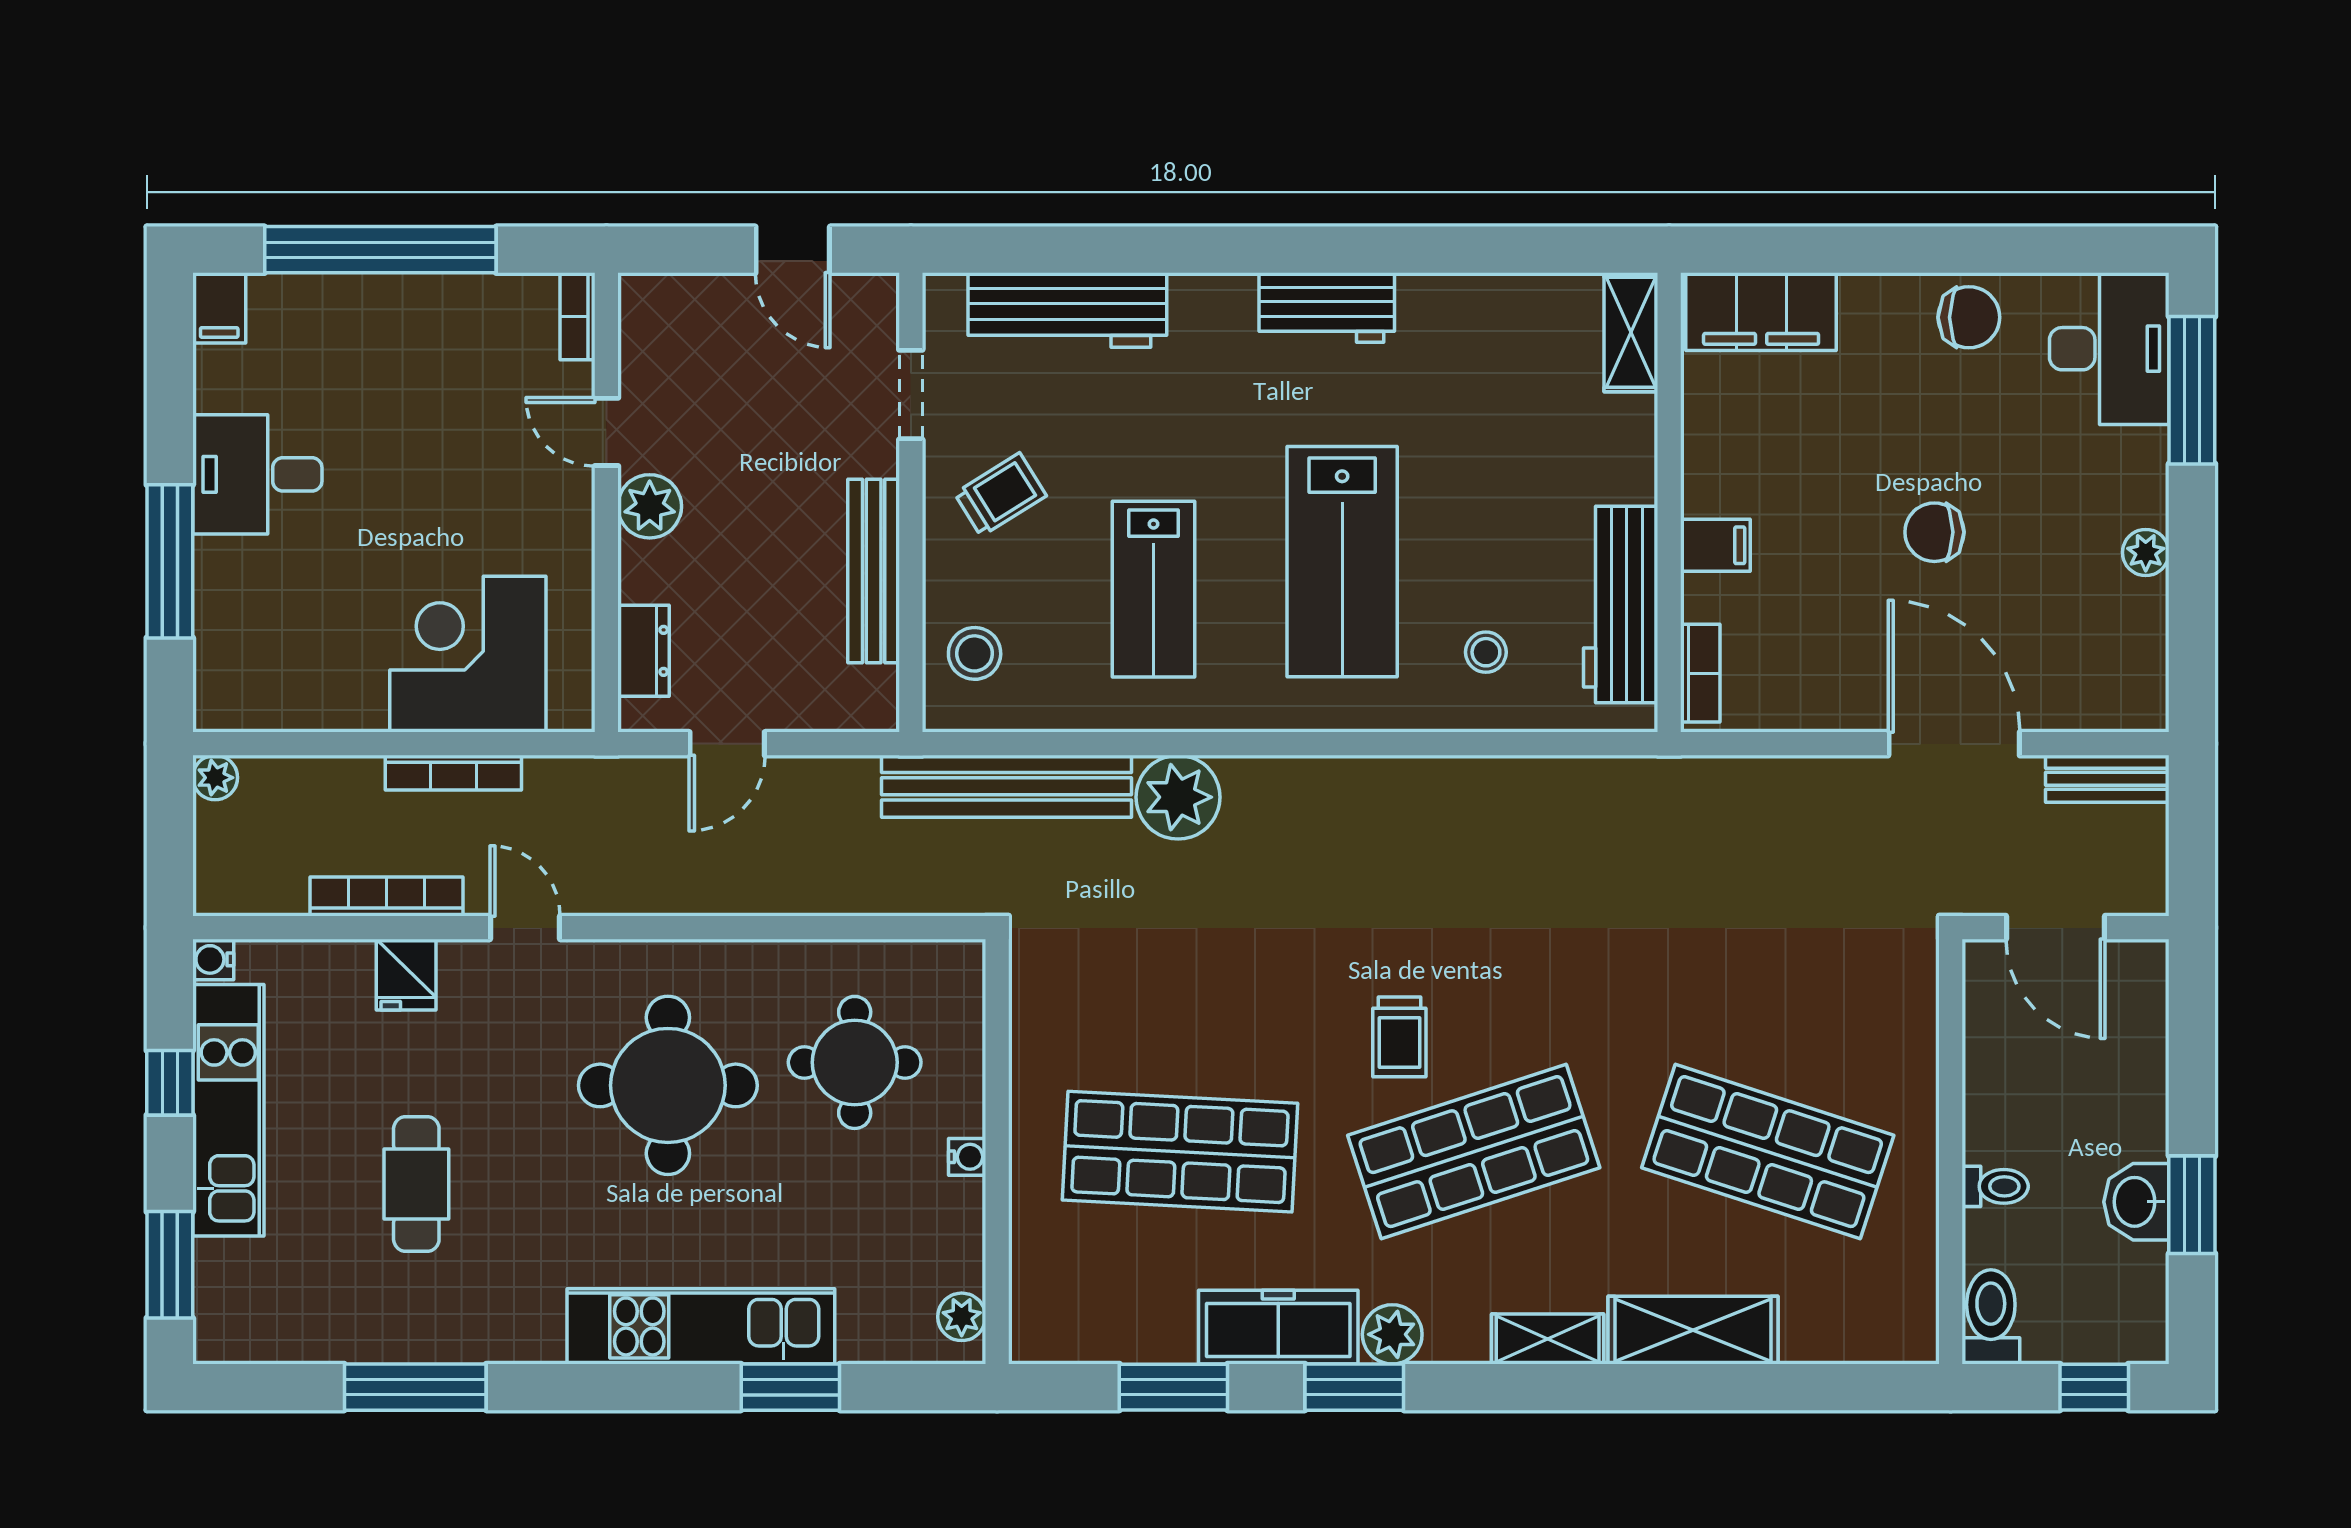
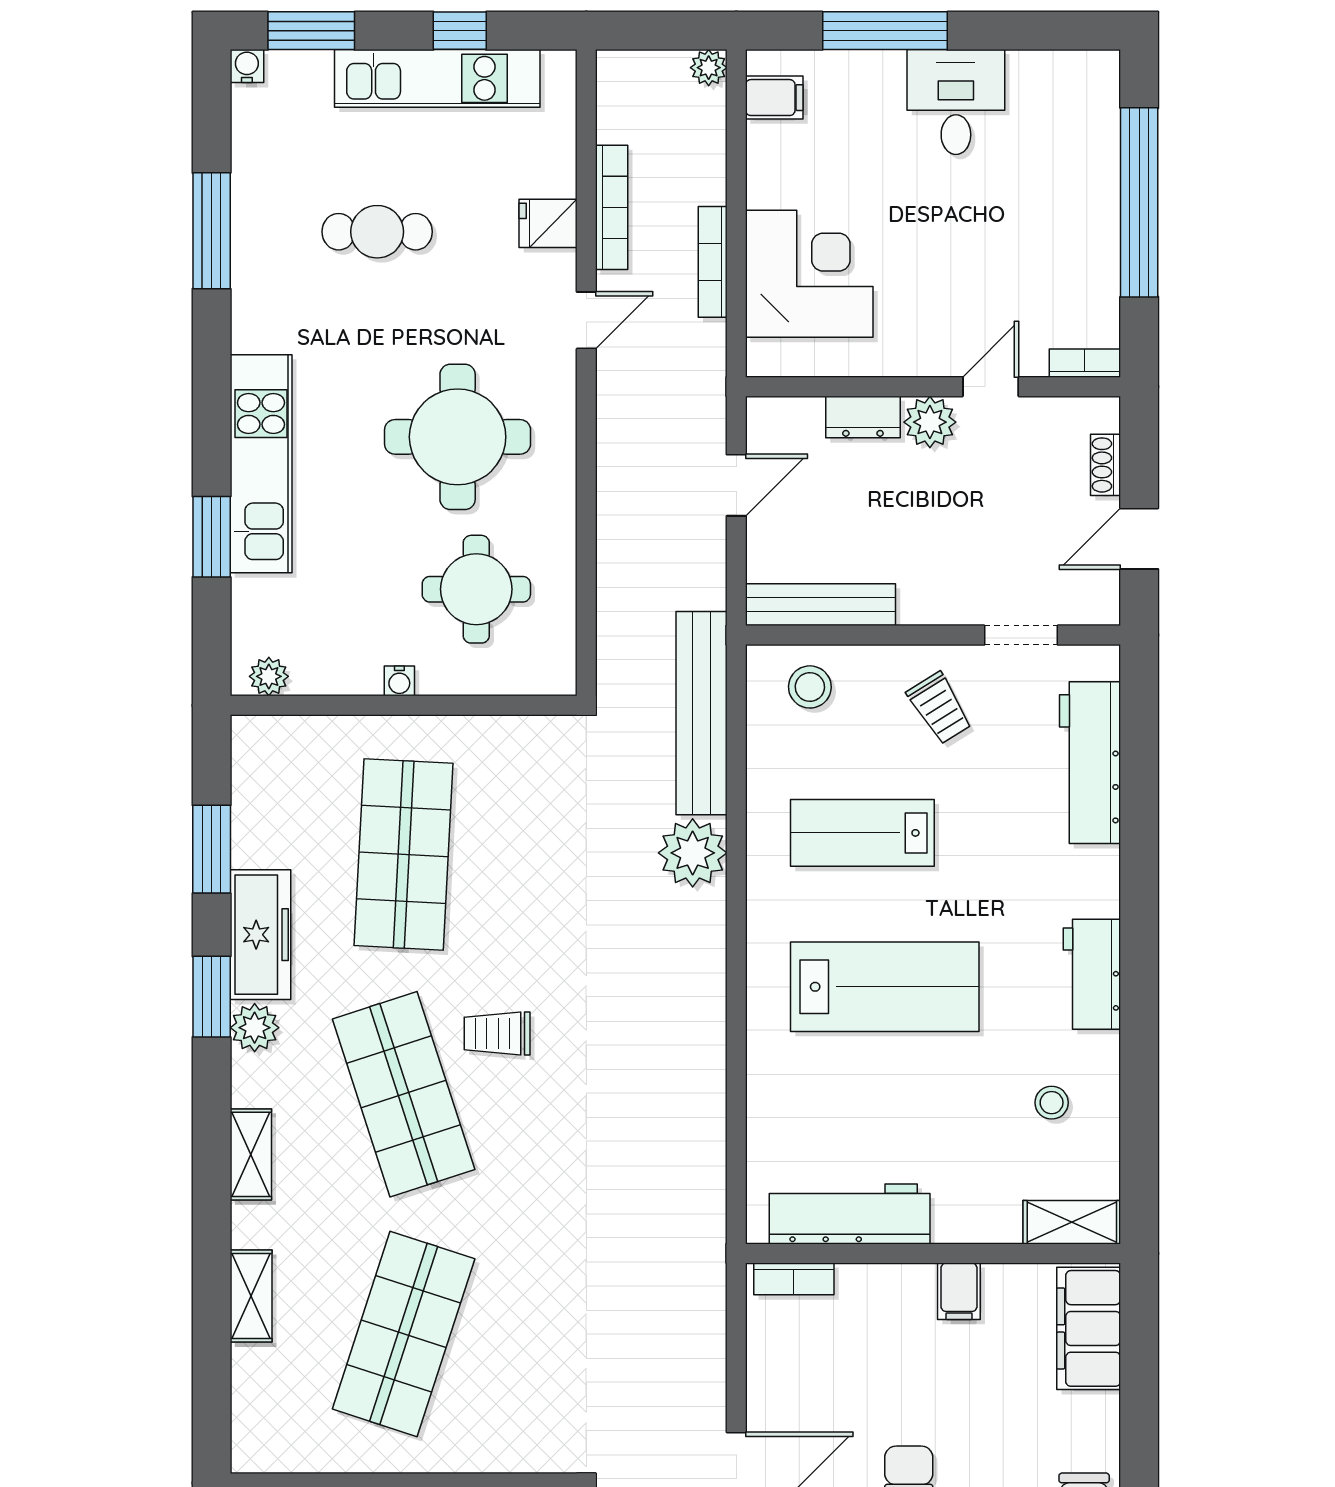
shoe rack: (702, 291) -> (1105, 465), added
filing cabinet: (219, 308) -> (774, 98), moved, turned 180
filing cabinet: (1715, 545) -> (959, 1291), moved
lab bench: (1342, 562) -> (885, 987), turned 180
bench: (874, 571) -> (821, 605), moved
dresser: (644, 651) -> (863, 417), moved
stool: (1486, 652) -> (1052, 1103), moved
door: (727, 744) -> (736, 485), swing flipped
water cooler: (213, 959) -> (247, 66), moved
shelving: (1693, 1330) -> (251, 1296), width x0.67, depth x0.75

